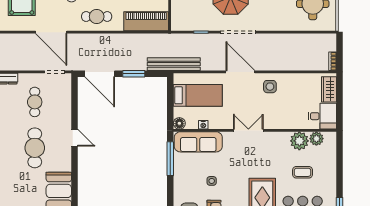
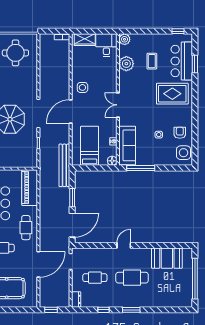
plant: (316, 139) -> (125, 39), moved

